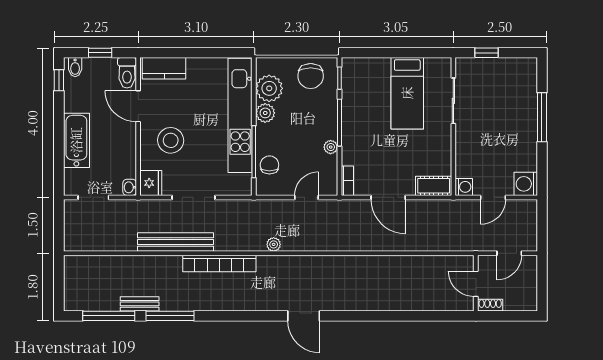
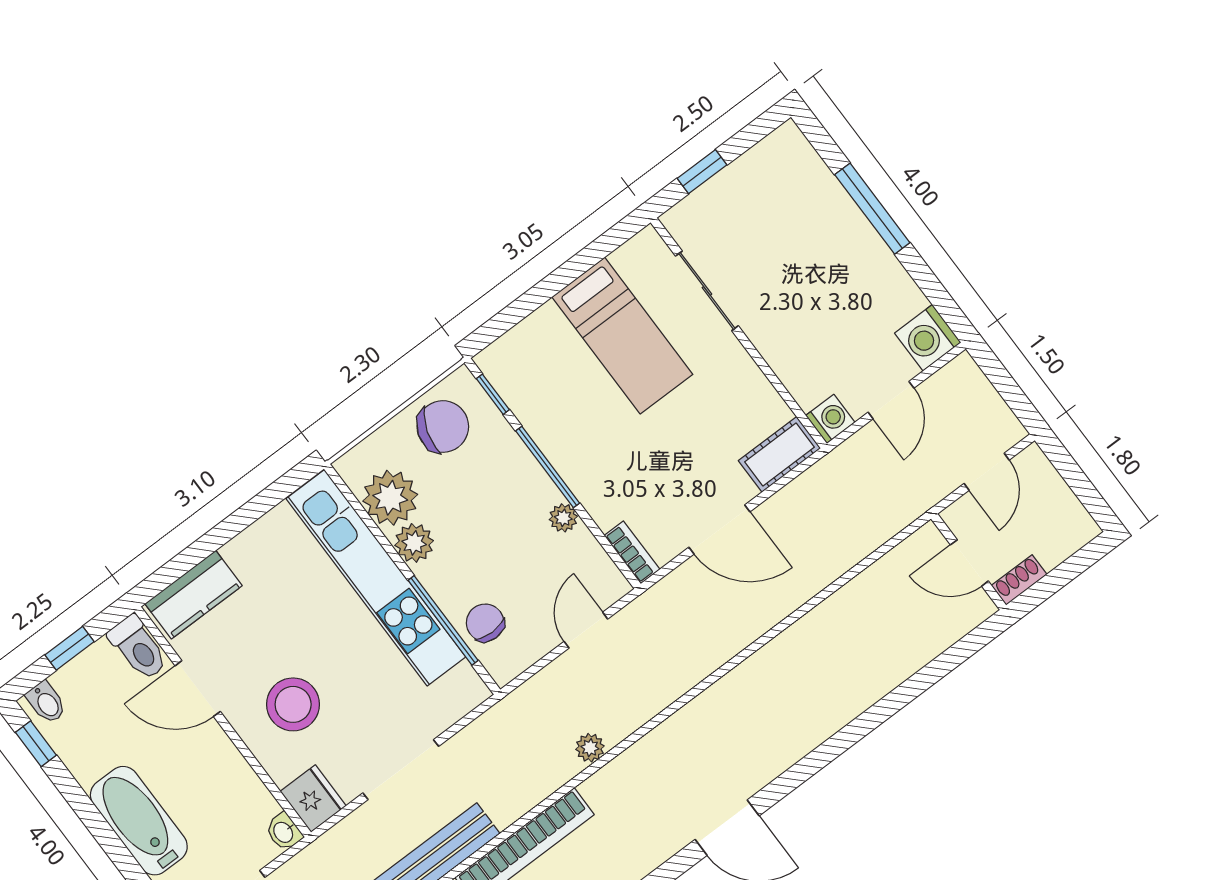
chair: (311, 76) -> (443, 427), turned -72

